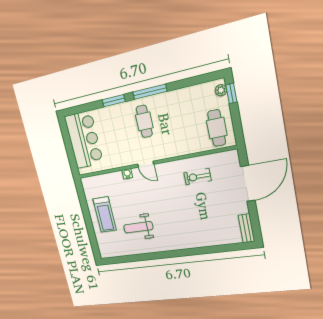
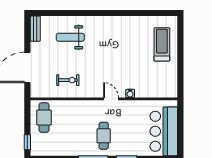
plant: (221, 90) -> (35, 147), removed
treadmill: (105, 214) -> (162, 44), moved
weight bench: (138, 227) -> (70, 37), moved, turned 180

